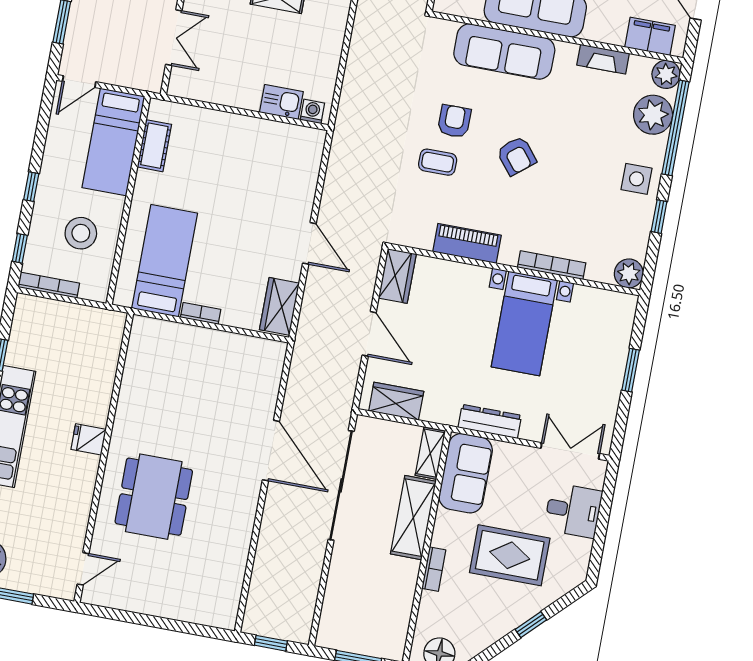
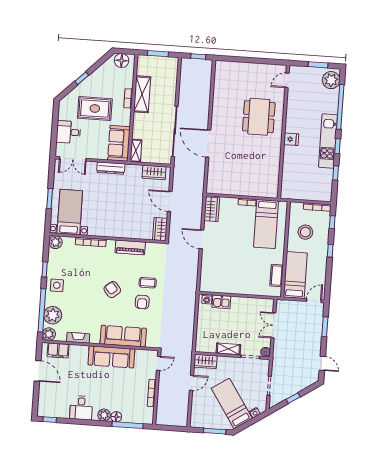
bed with nightstands: (524, 323) -> (70, 212), moved
shelving: (413, 518) -> (142, 94), moved

